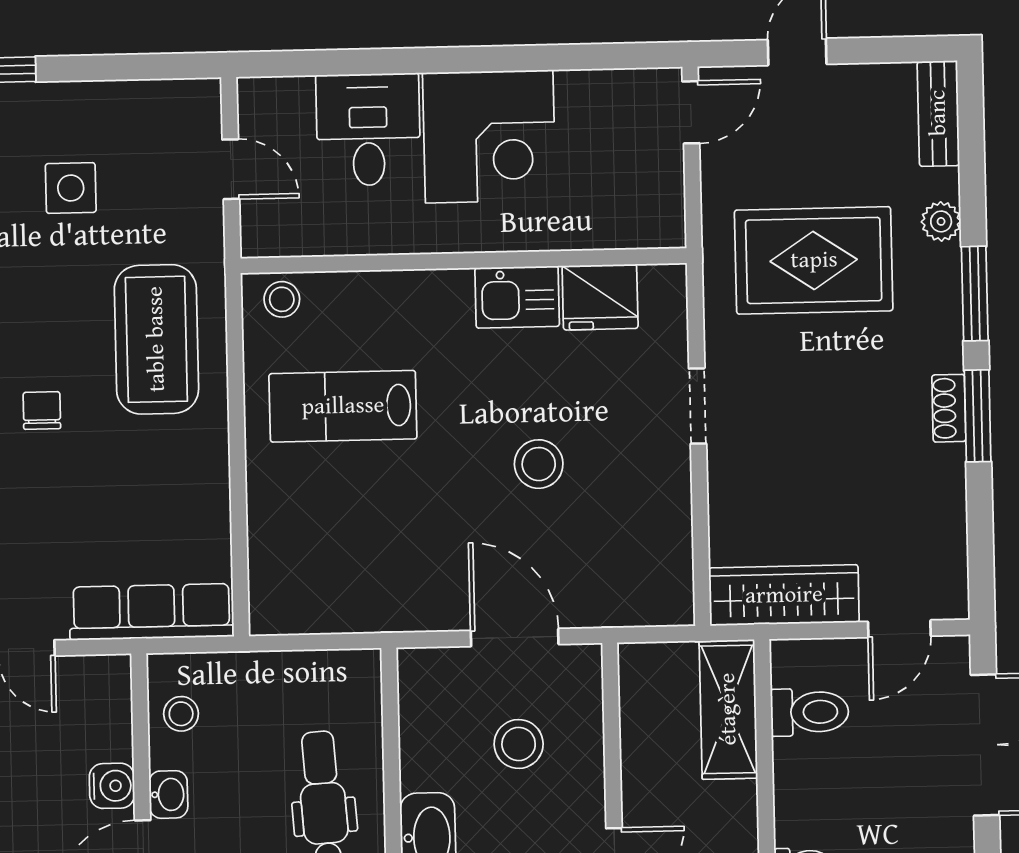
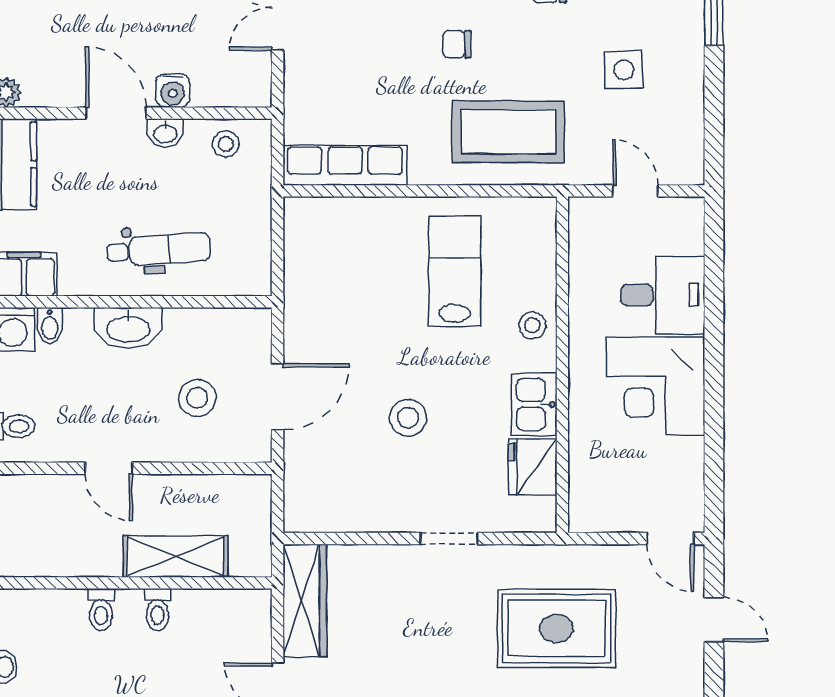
door: (231, 169) -> (635, 191), swing flipped
rug: (814, 260) -> (557, 628), turned 90
stool: (282, 299) -> (532, 325), moved
chair: (42, 410) -> (457, 44), turned 180
row of seats: (151, 612) -> (345, 165), moved, turned -90
shelving: (728, 709) -> (175, 556), moved
toilet: (810, 712) -> (157, 609), moved, width x0.73, depth x0.72

